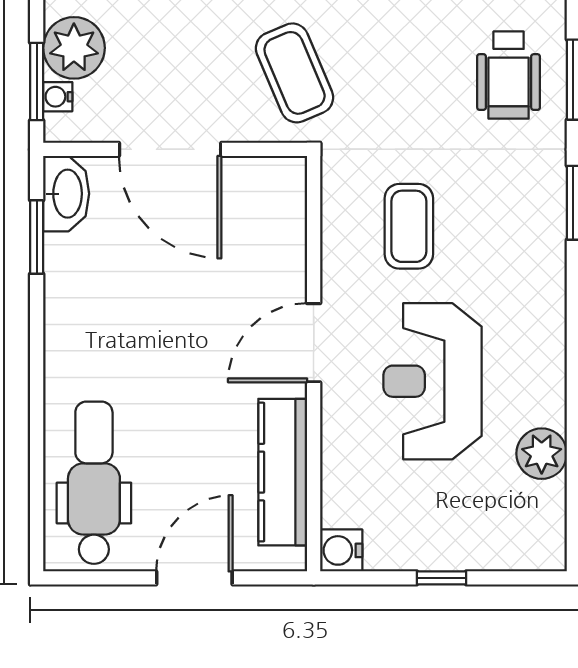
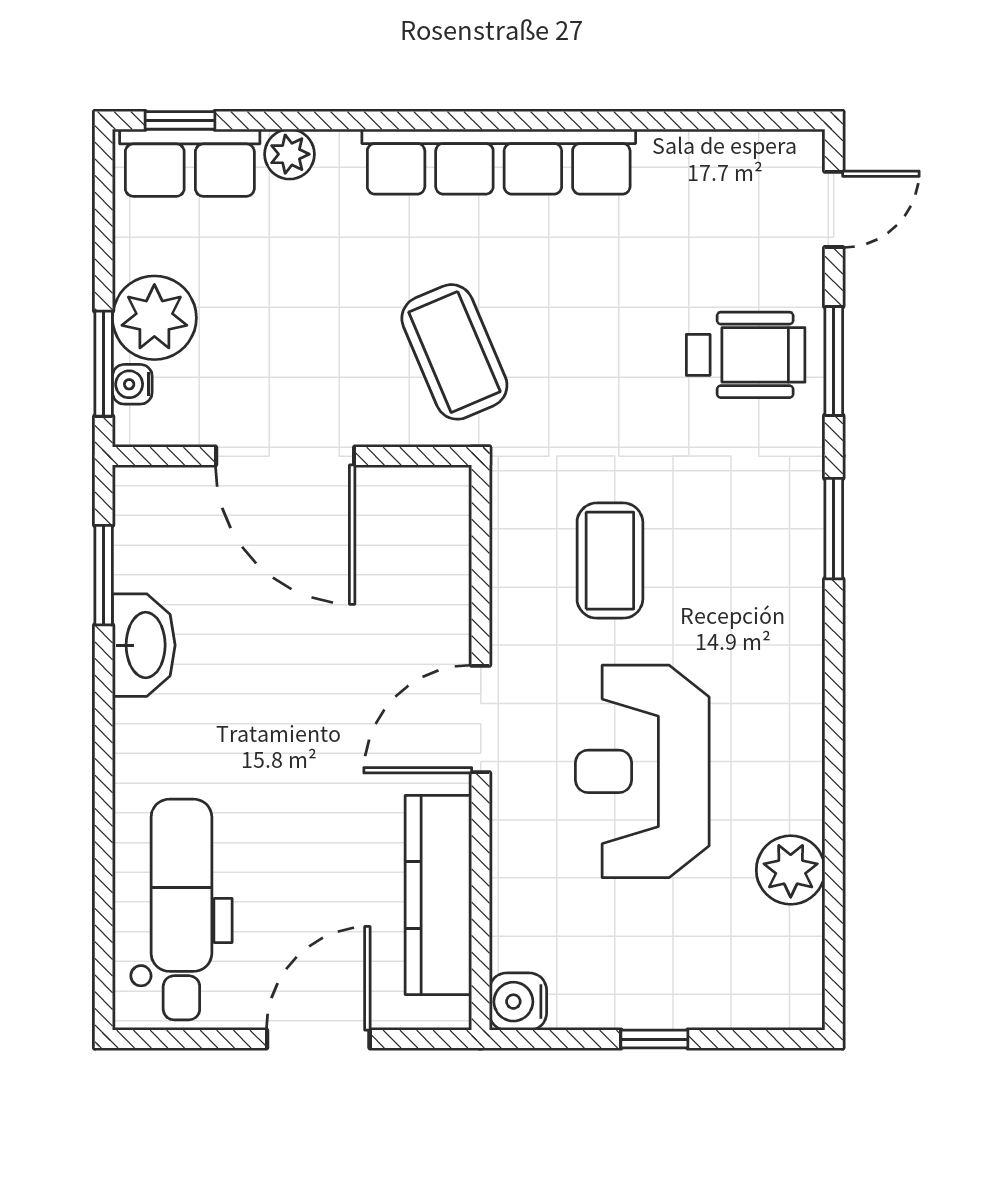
wheelchair: (509, 75) -> (746, 355), turned -90
washbasin: (66, 194) -> (144, 645), moved

